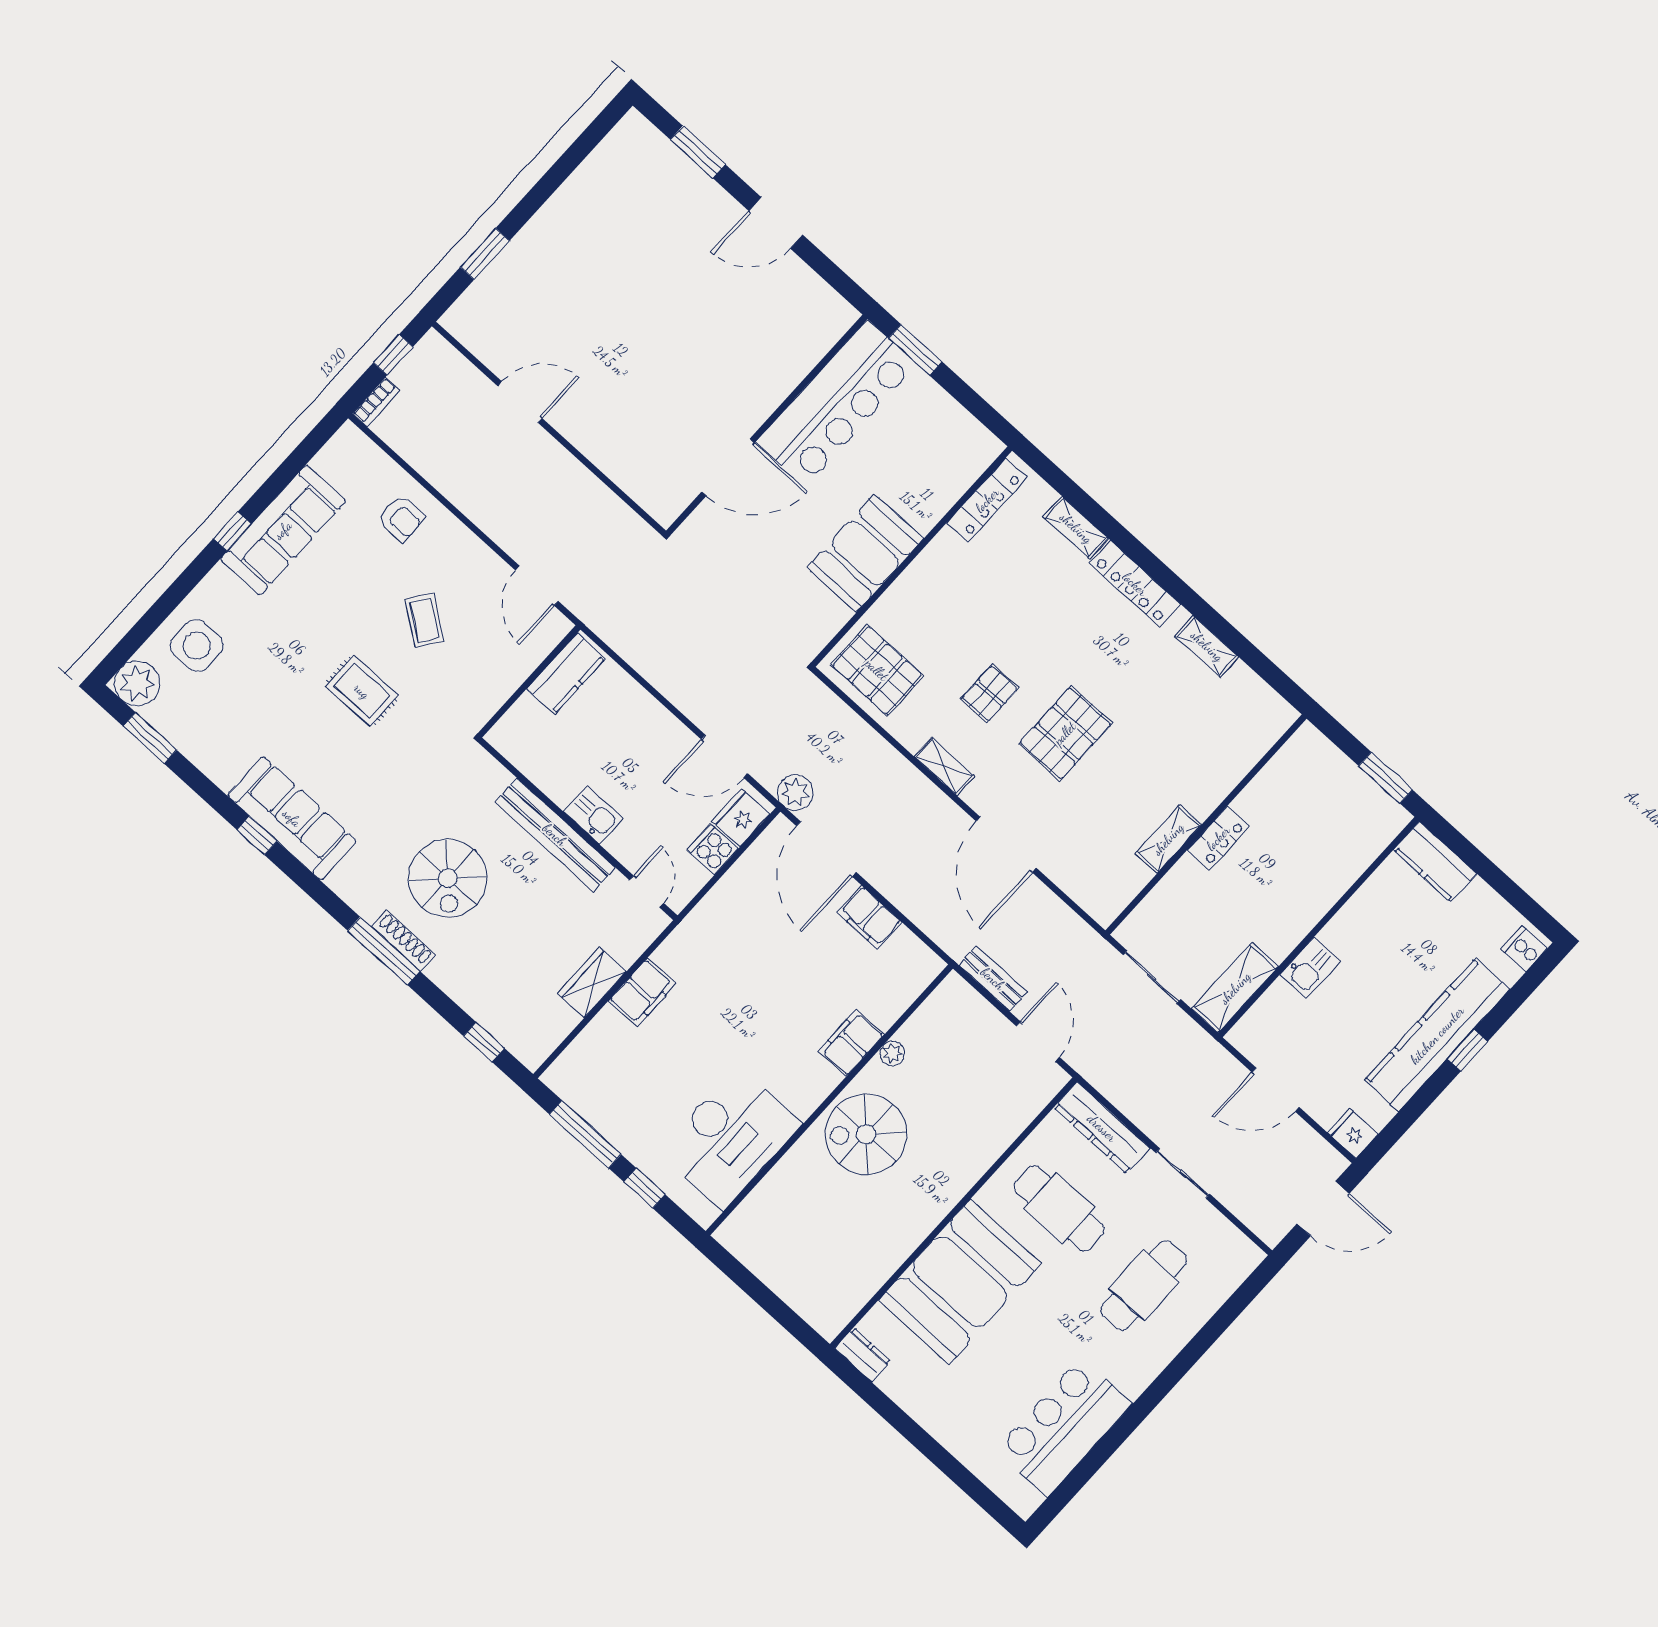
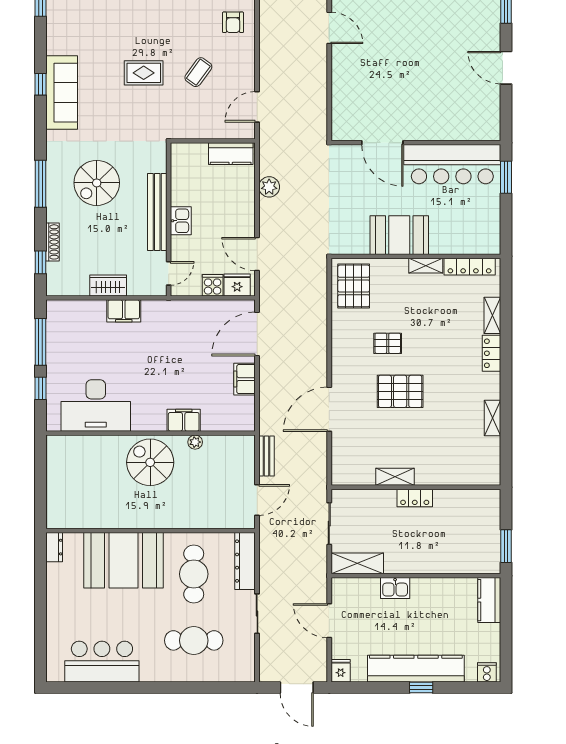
locker: (1135, 584) -> (491, 353), width x0.66
rug: (362, 691) -> (144, 73), turned 90
shelving: (944, 766) -> (426, 266), moved, turned 90
plant: (795, 793) -> (269, 187), moved
shoe rack: (403, 941) -> (52, 242), moved

